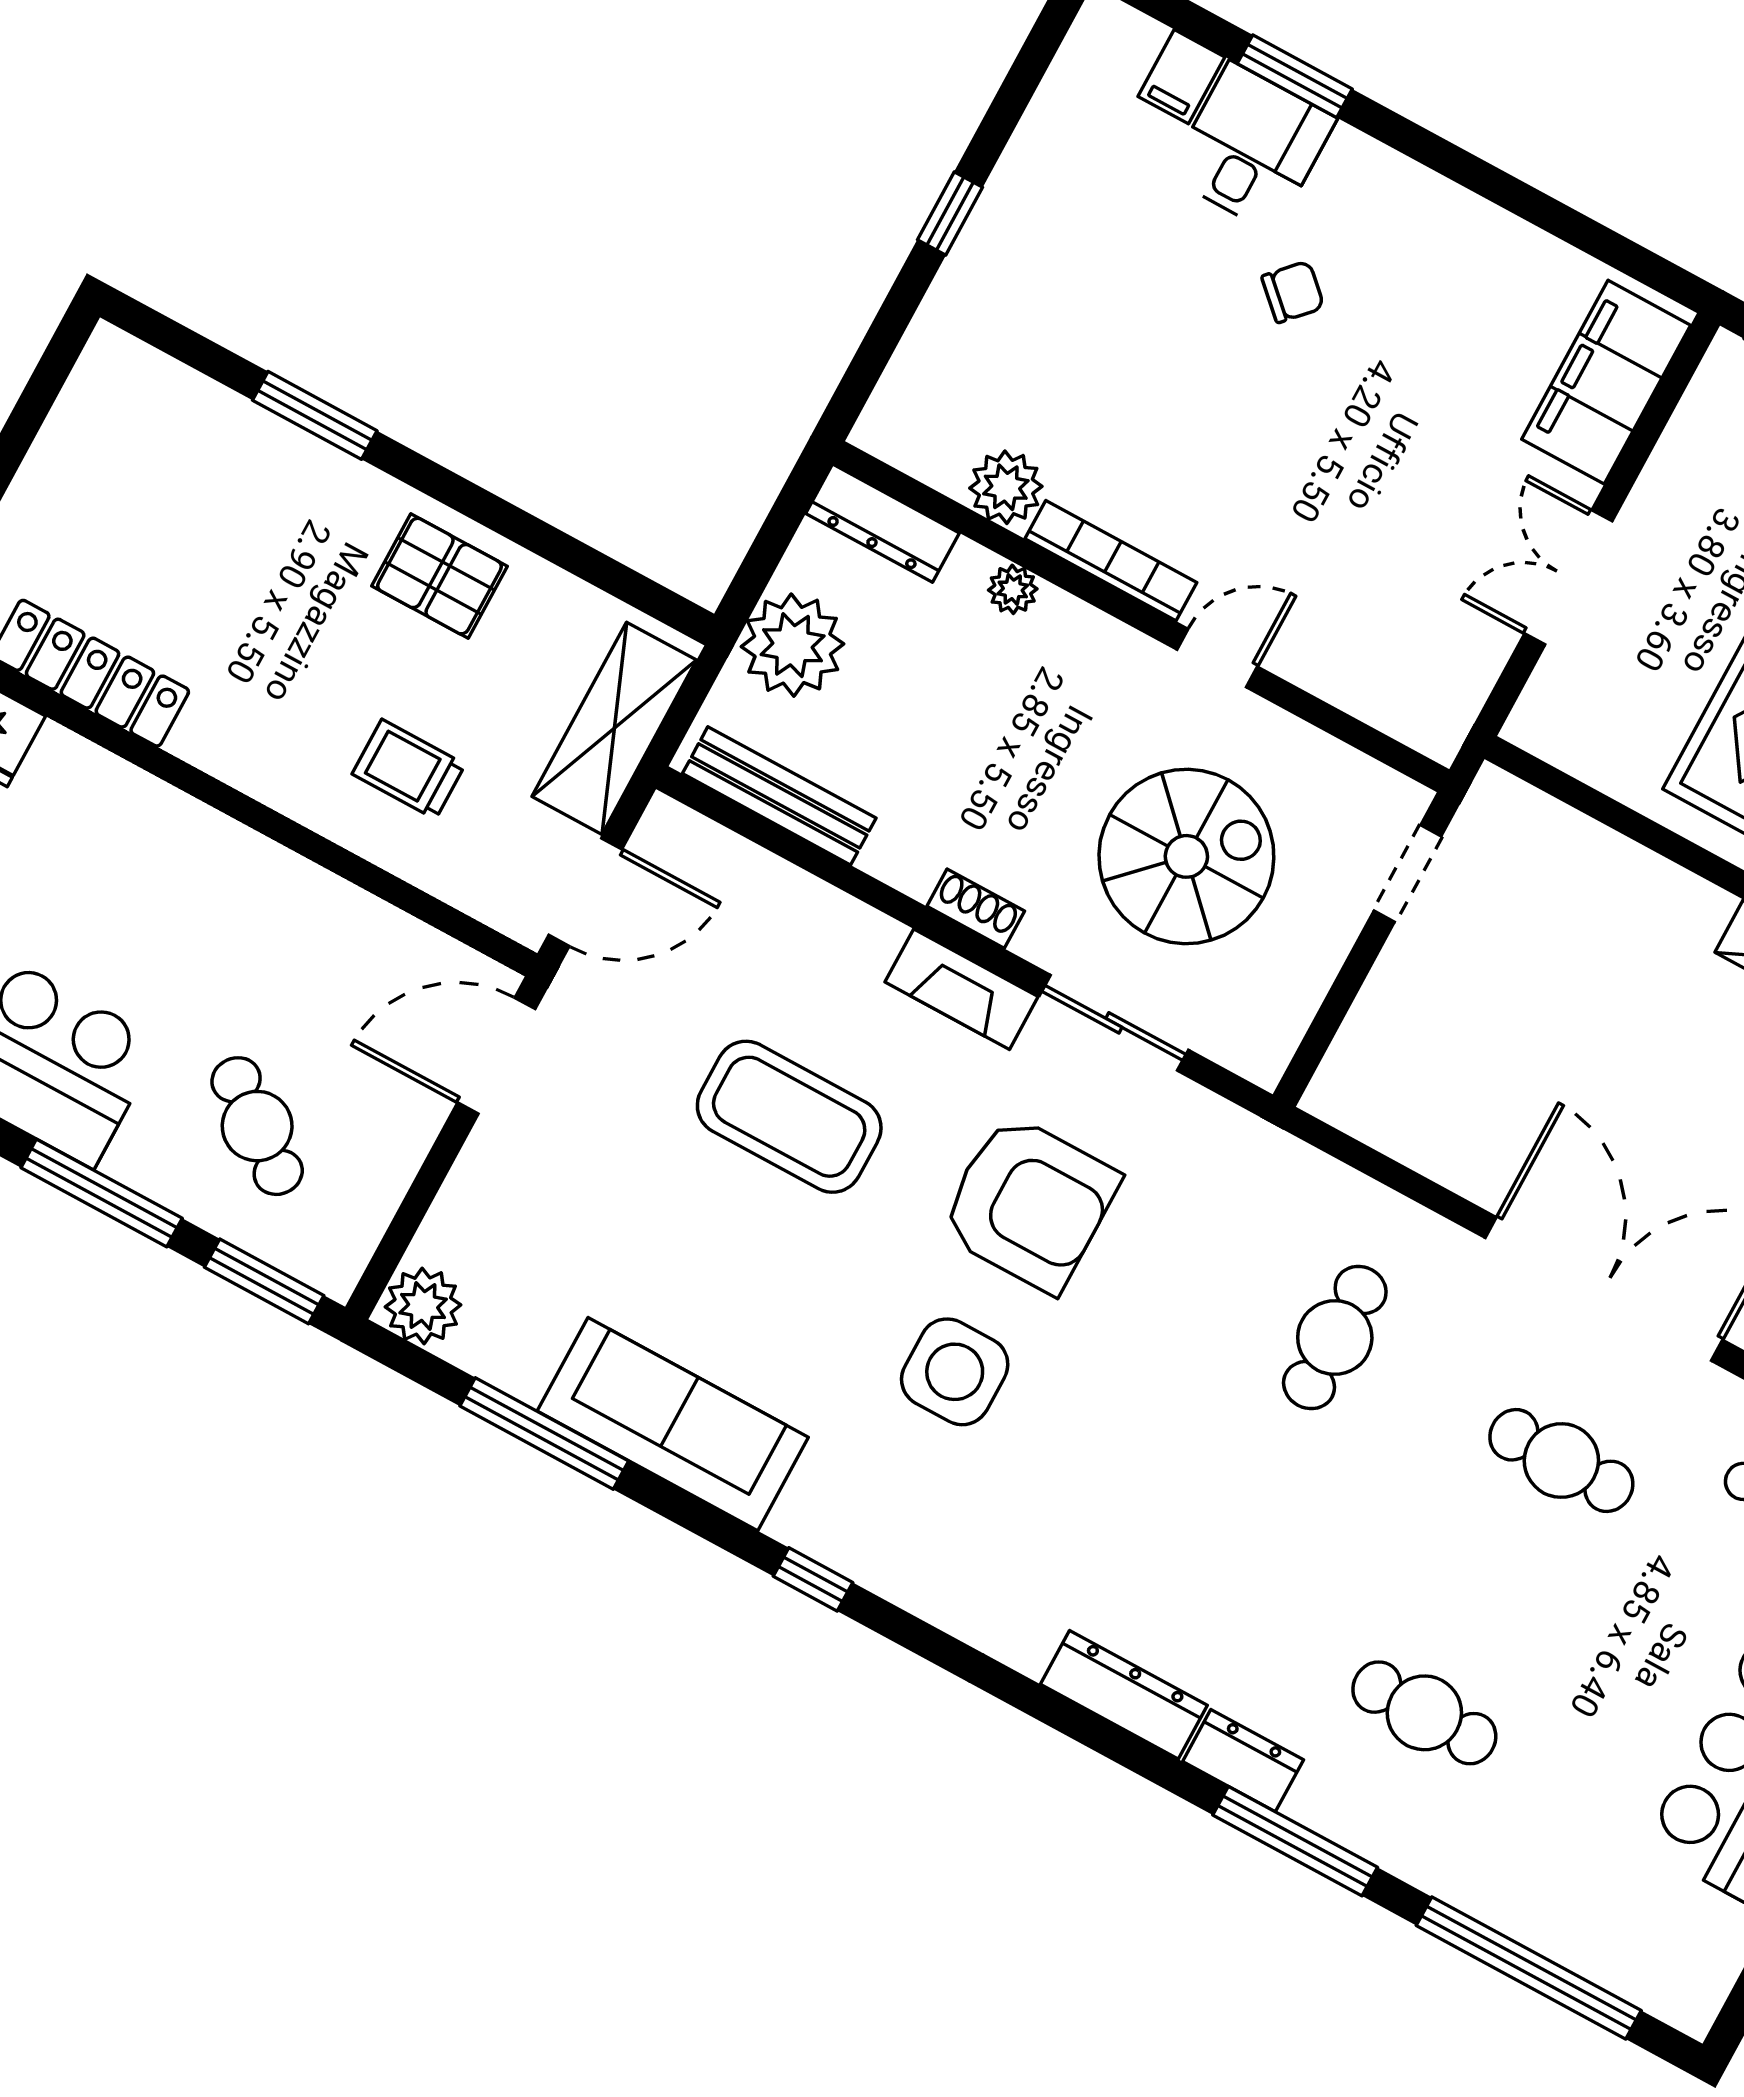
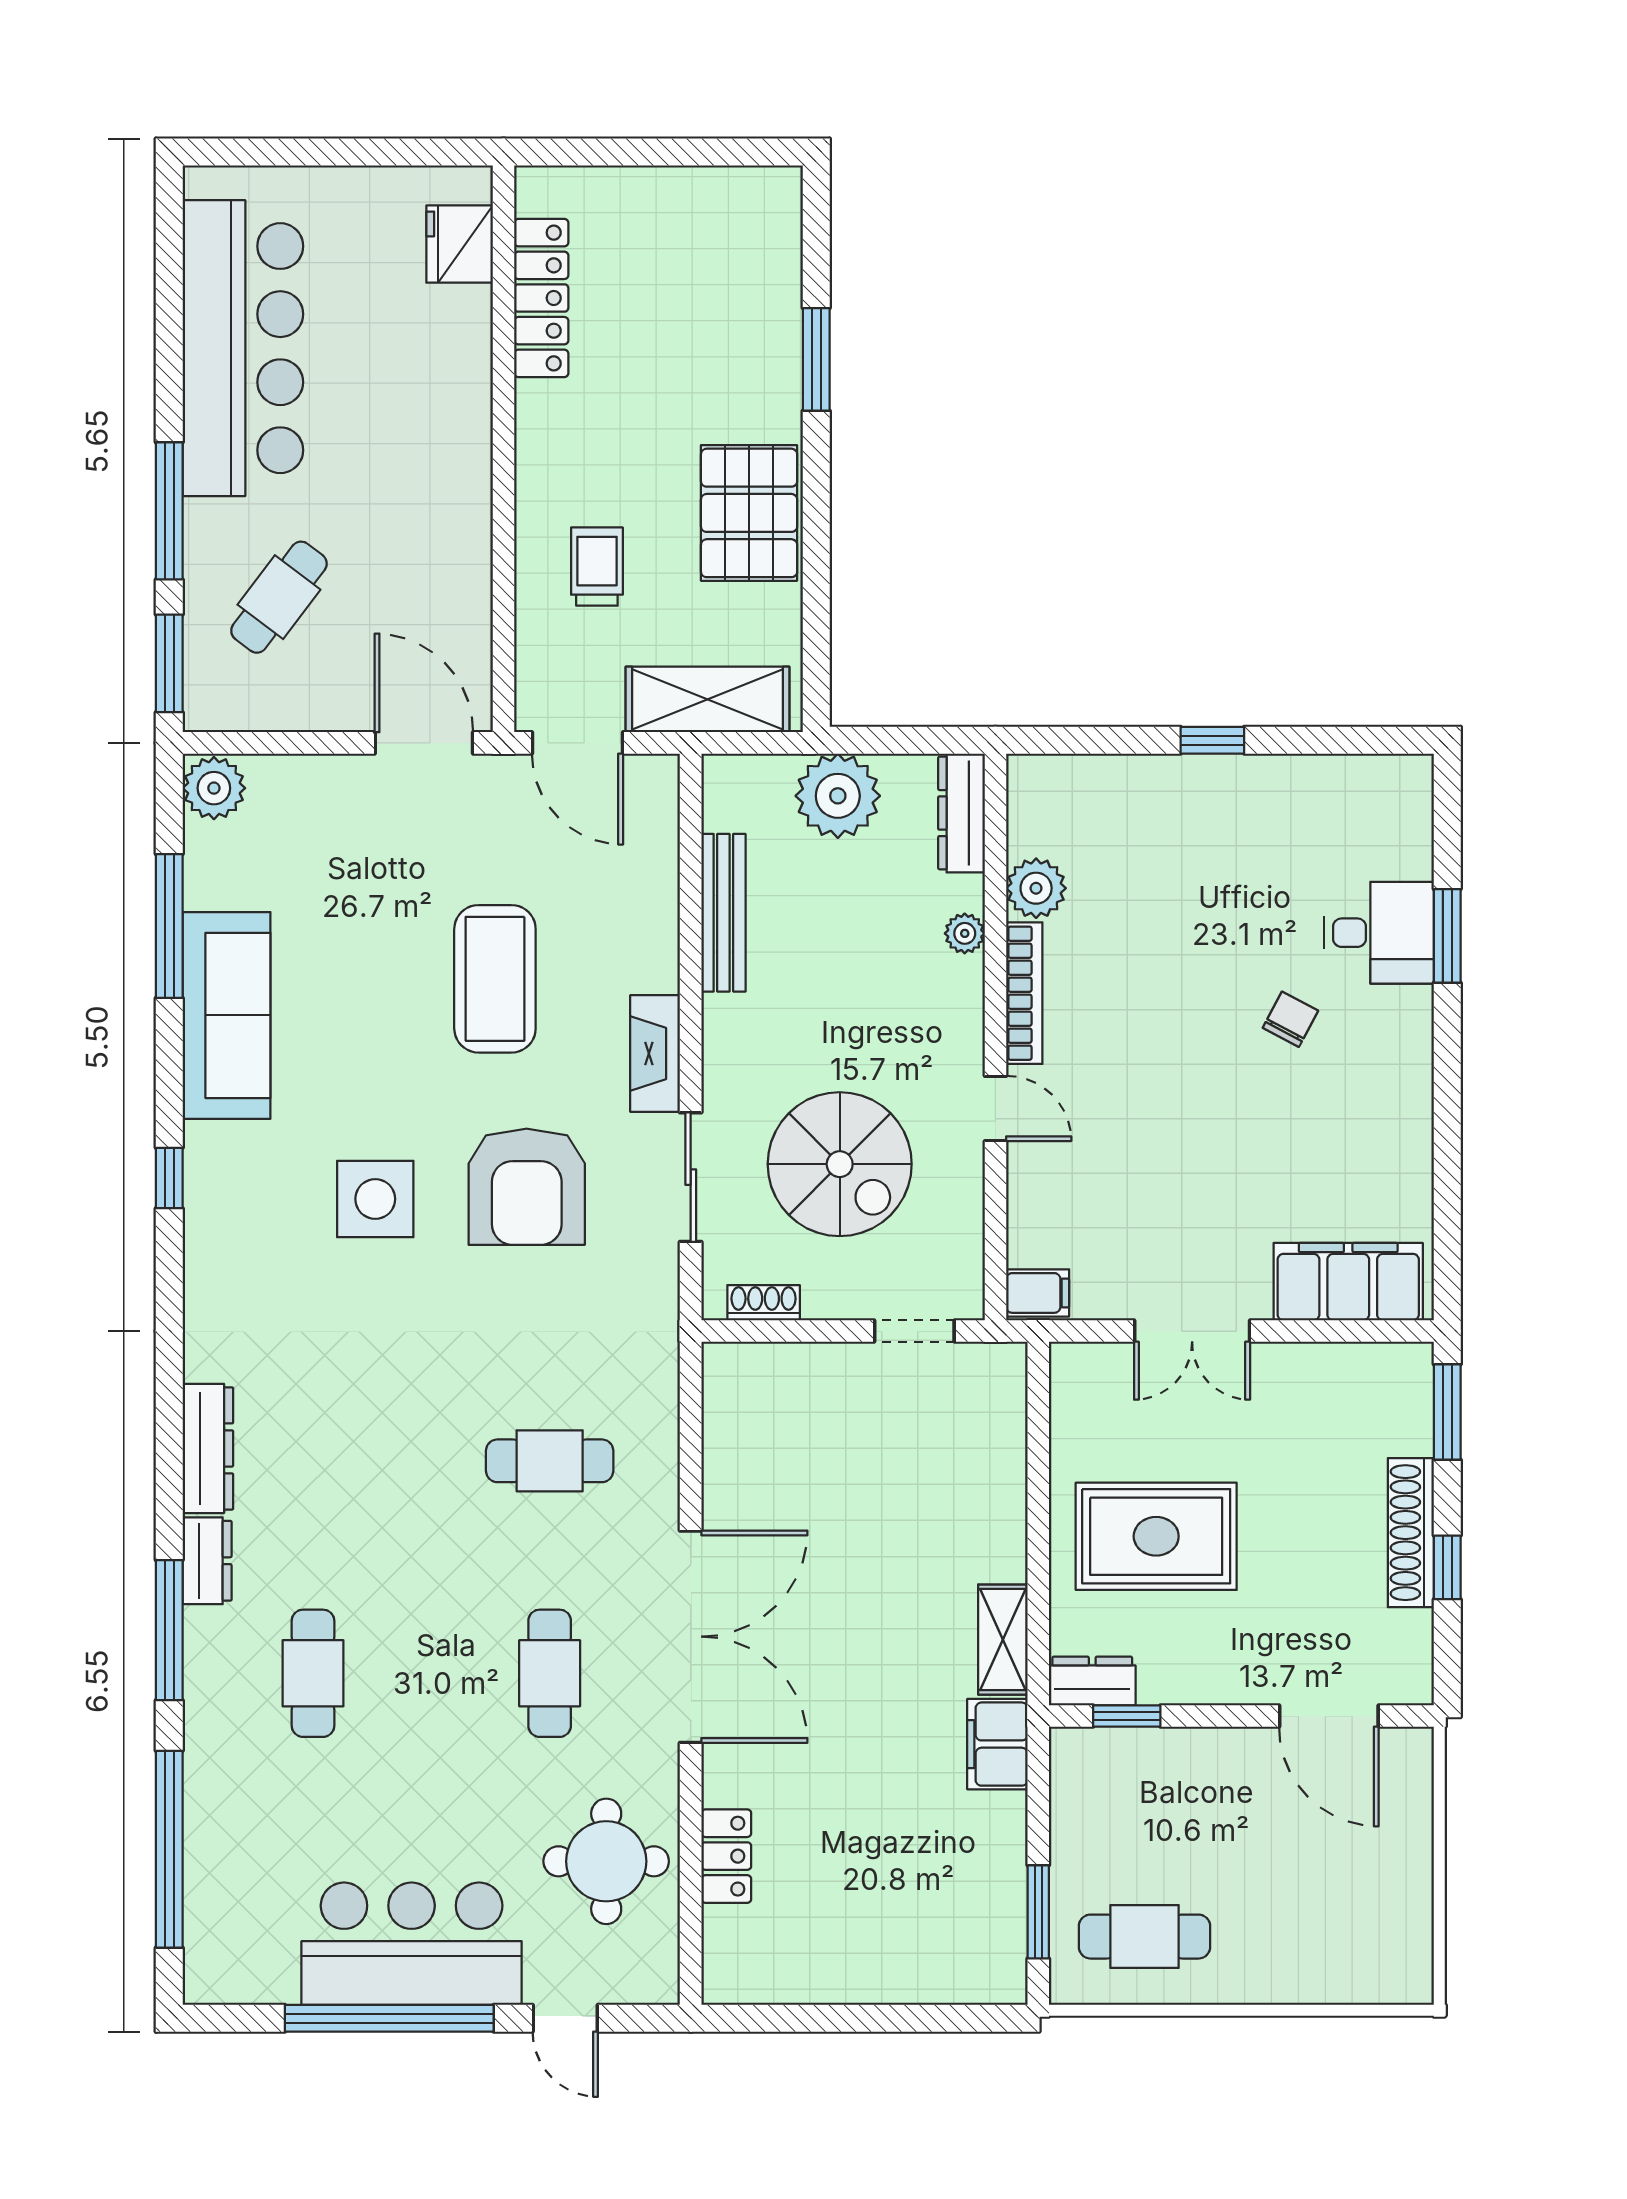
filing cabinet: (1181, 77) -> (1038, 1293), moved, turned 180
chair: (1293, 292) -> (1290, 1019), turned -105
pallet: (440, 576) -> (749, 513), width x1.50, depth x1.42
double door: (1568, 577) -> (1192, 1331), swing flipped
bench: (779, 796) -> (723, 913), moved
shoe rack: (976, 909) -> (764, 1303), moved, turned -90

